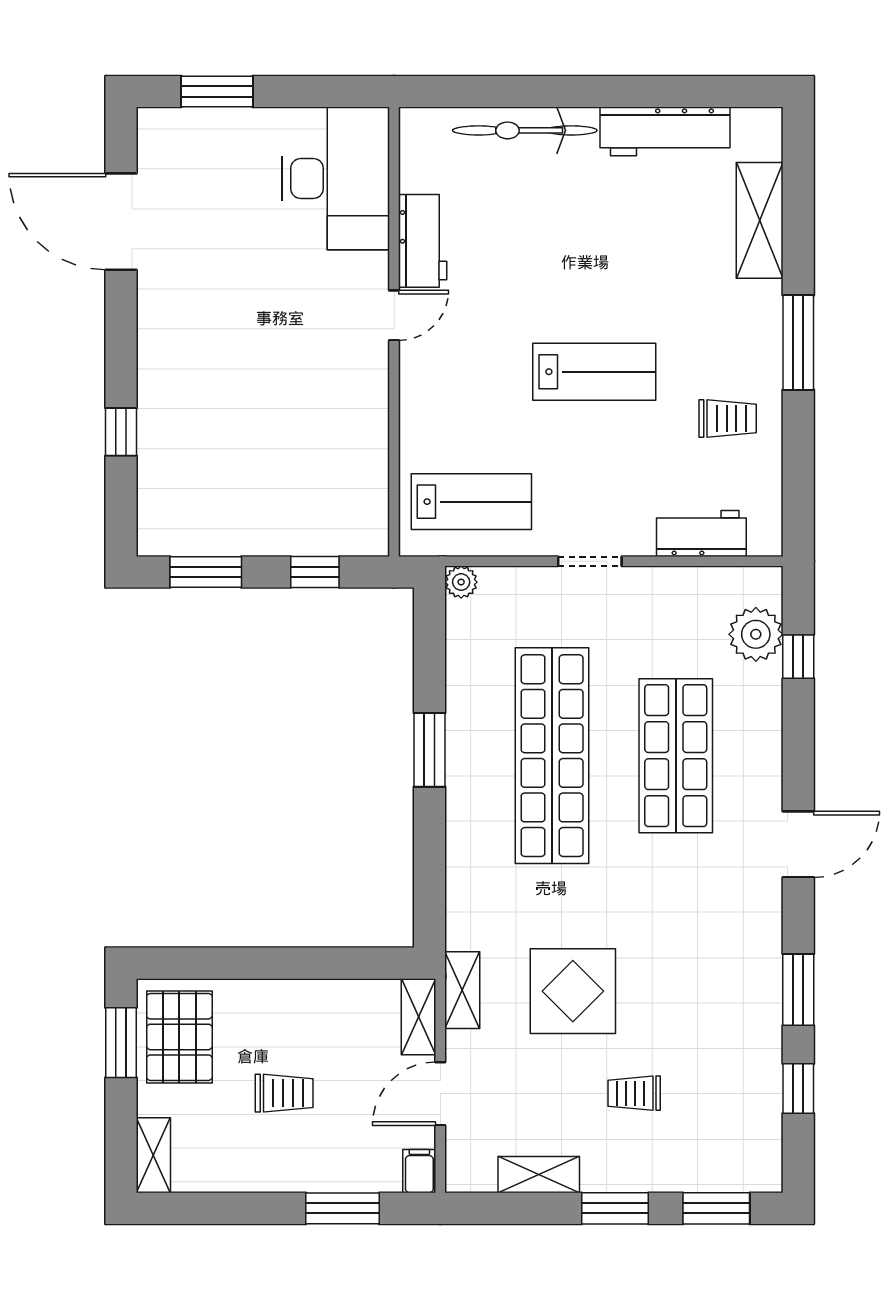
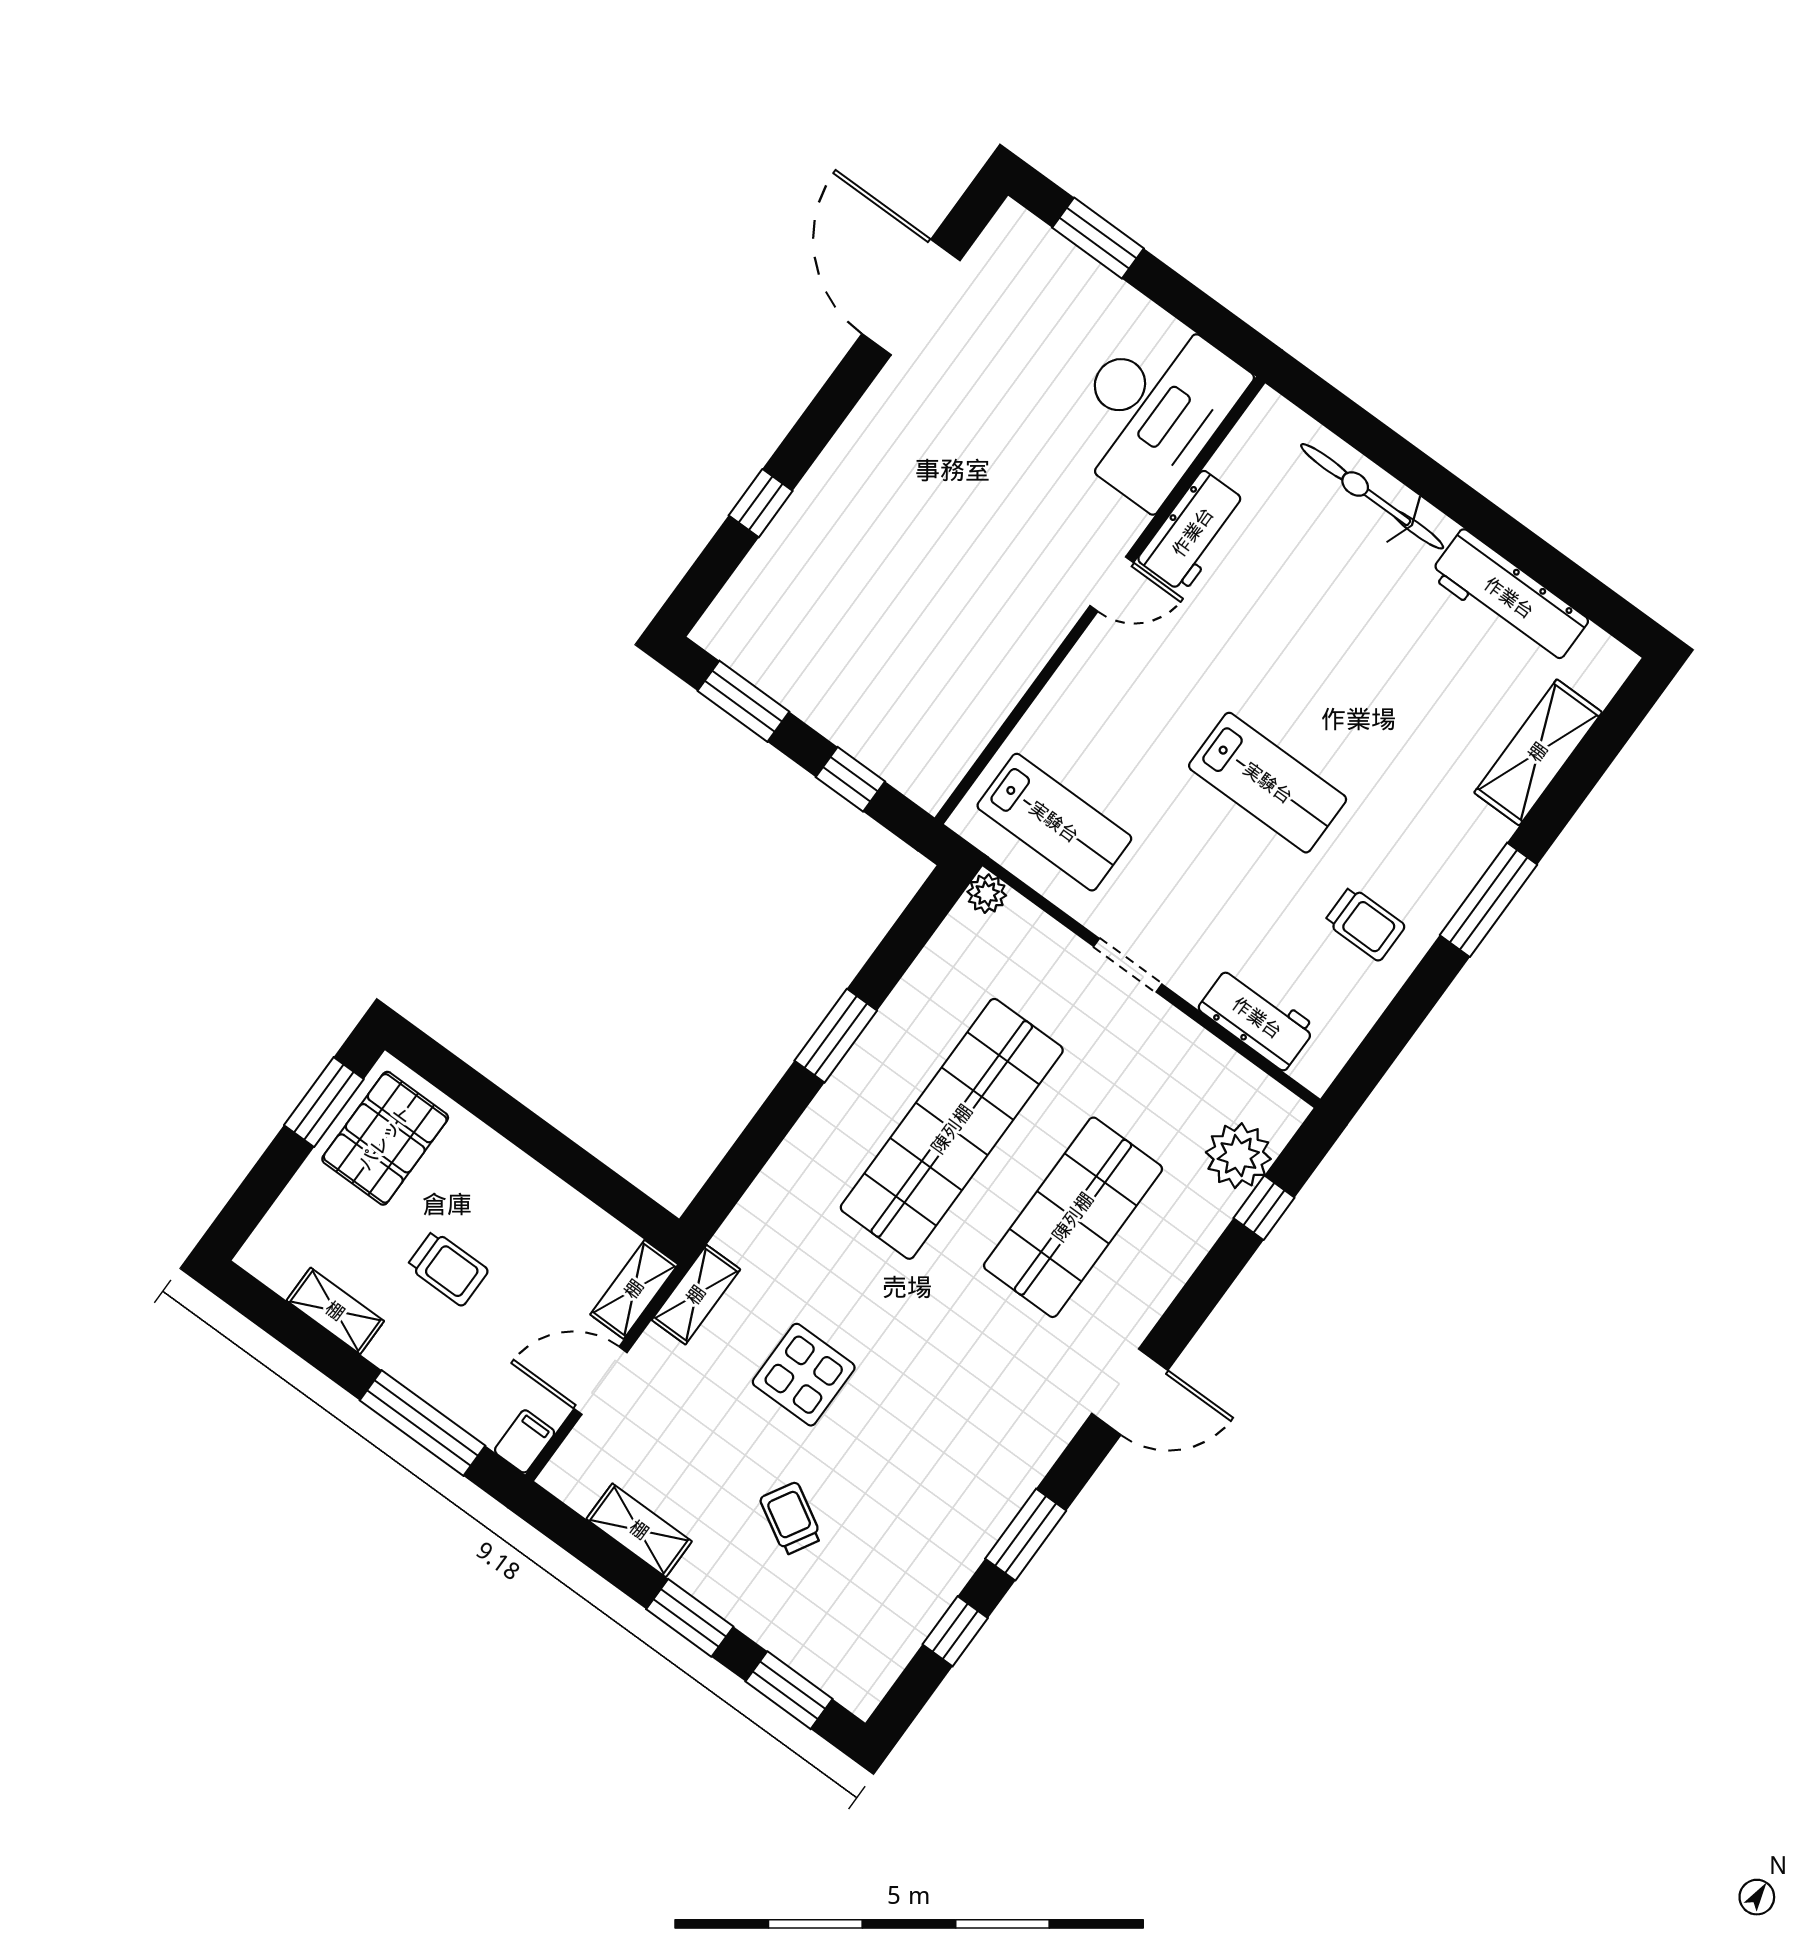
display table: (573, 991) -> (804, 1375), width x0.73, depth x0.73
trolley: (634, 1093) -> (791, 1519), turned 30
shelving: (153, 1155) -> (335, 1311), moved, turned 90
window: (343, 1208) -> (423, 1423), width x1.44

